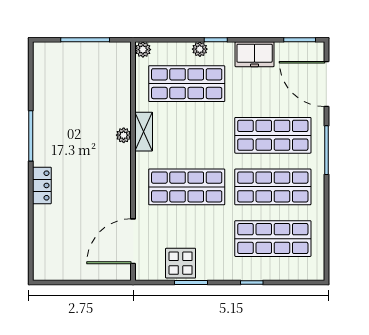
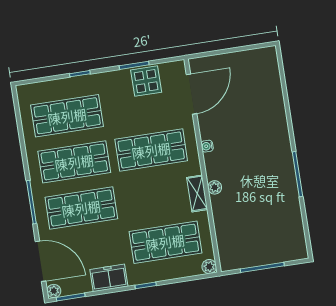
plant: (200, 49) -> (54, 291), moved
water cooler: (125, 182) -> (207, 146), added
locker: (42, 185) -> (281, 131), removed

